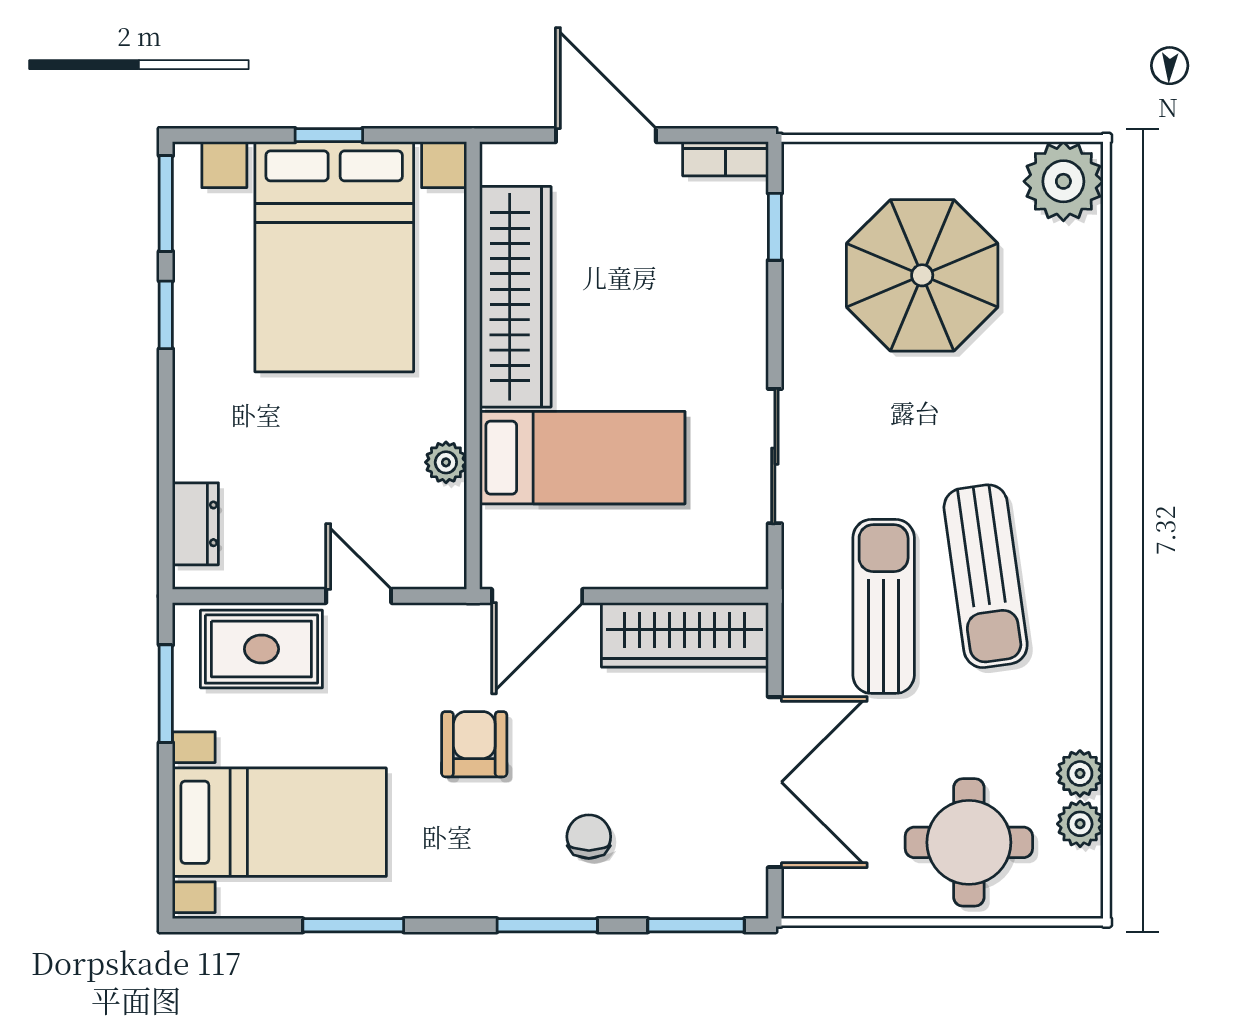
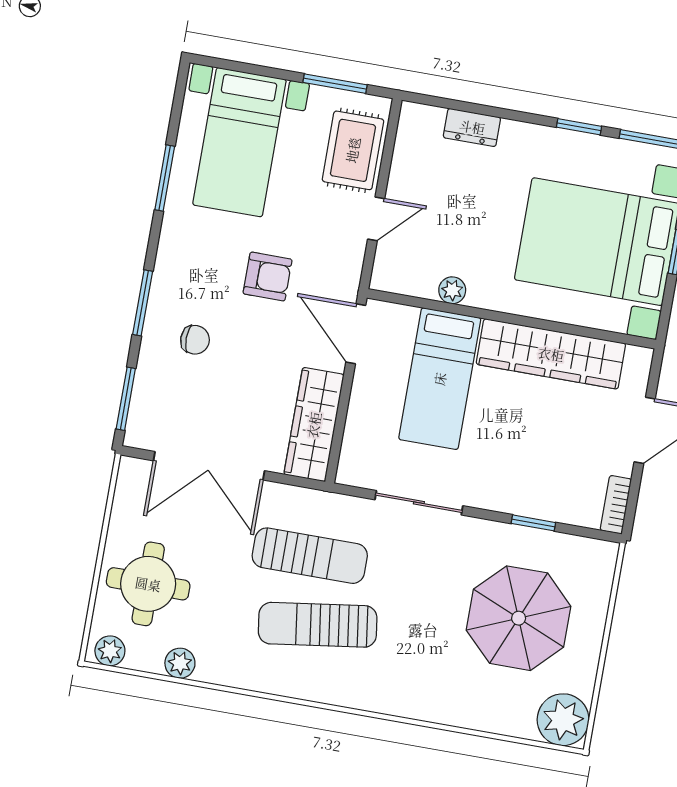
window: (775, 227) -> (533, 523), moved
dresser: (195, 524) -> (472, 127), moved
plant: (1080, 824) -> (110, 651), moved

